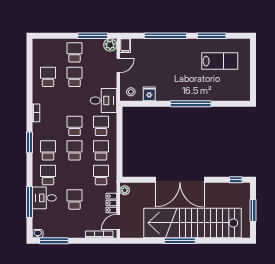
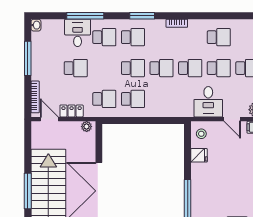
desk: (103, 101) -> (208, 102), moved
school desk: (101, 126) -> (190, 68), moved
window: (30, 202) -> (85, 16), moved
window: (54, 241) -> (28, 58), moved

